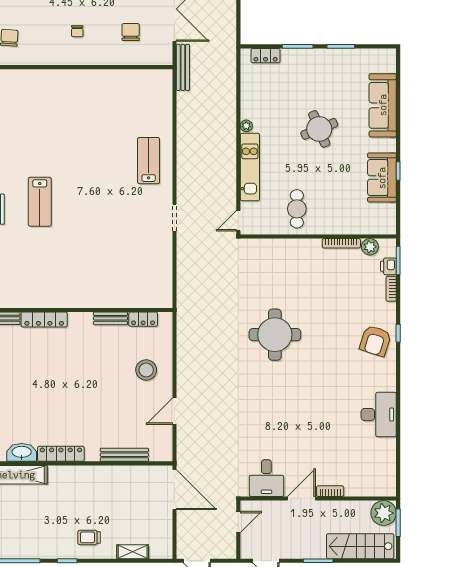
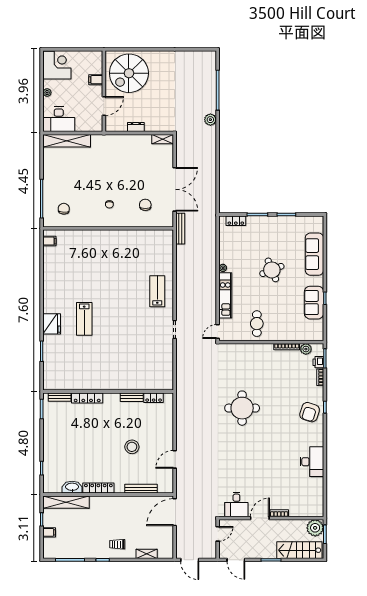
stool: (146, 370) -> (132, 447), moved
door: (174, 490) -> (175, 512), swing flipped

